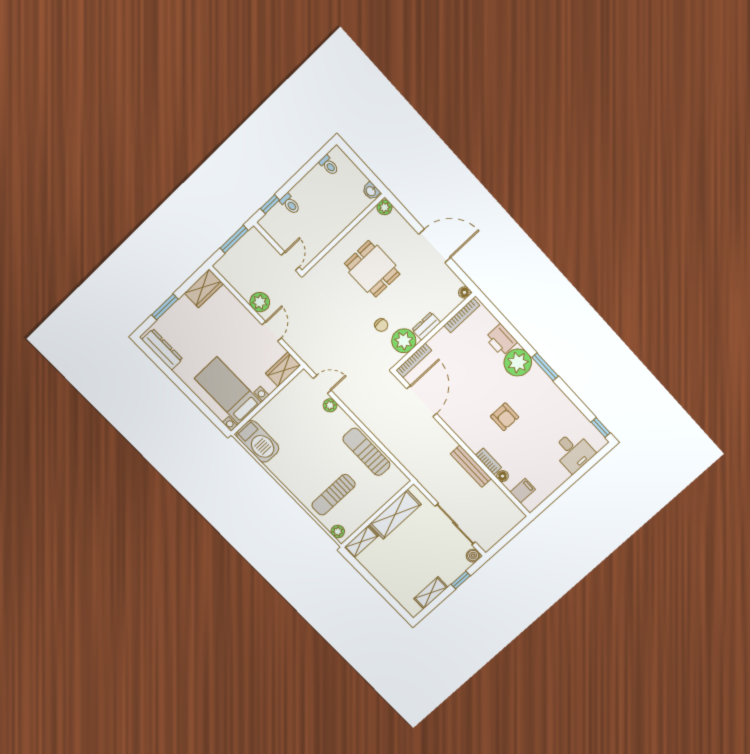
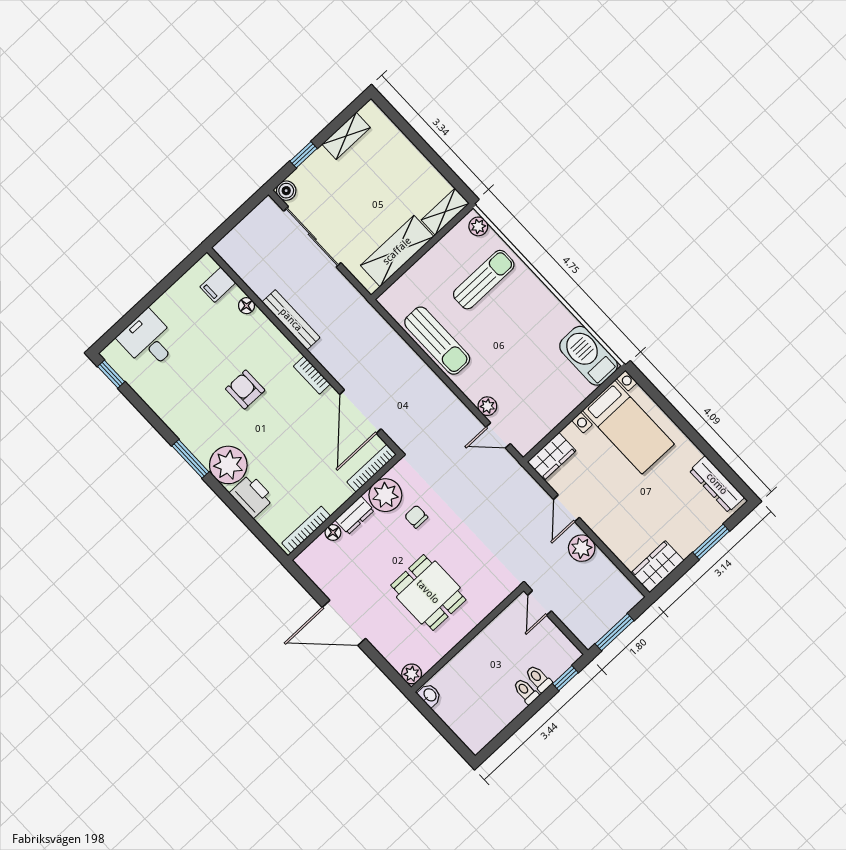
toilet: (329, 165) -> (526, 691), moved
floor lamp: (464, 292) -> (333, 532), moved
bookcase: (488, 461) -> (312, 375), moved

